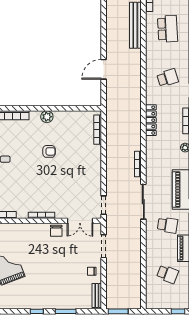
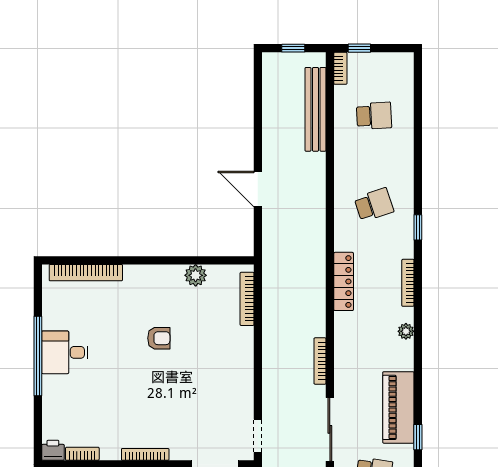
school desk: (168, 29) -> (374, 116), width x0.54
door: (104, 69) -> (258, 189), hinge flipped
plant: (47, 117) -> (196, 275), moved

